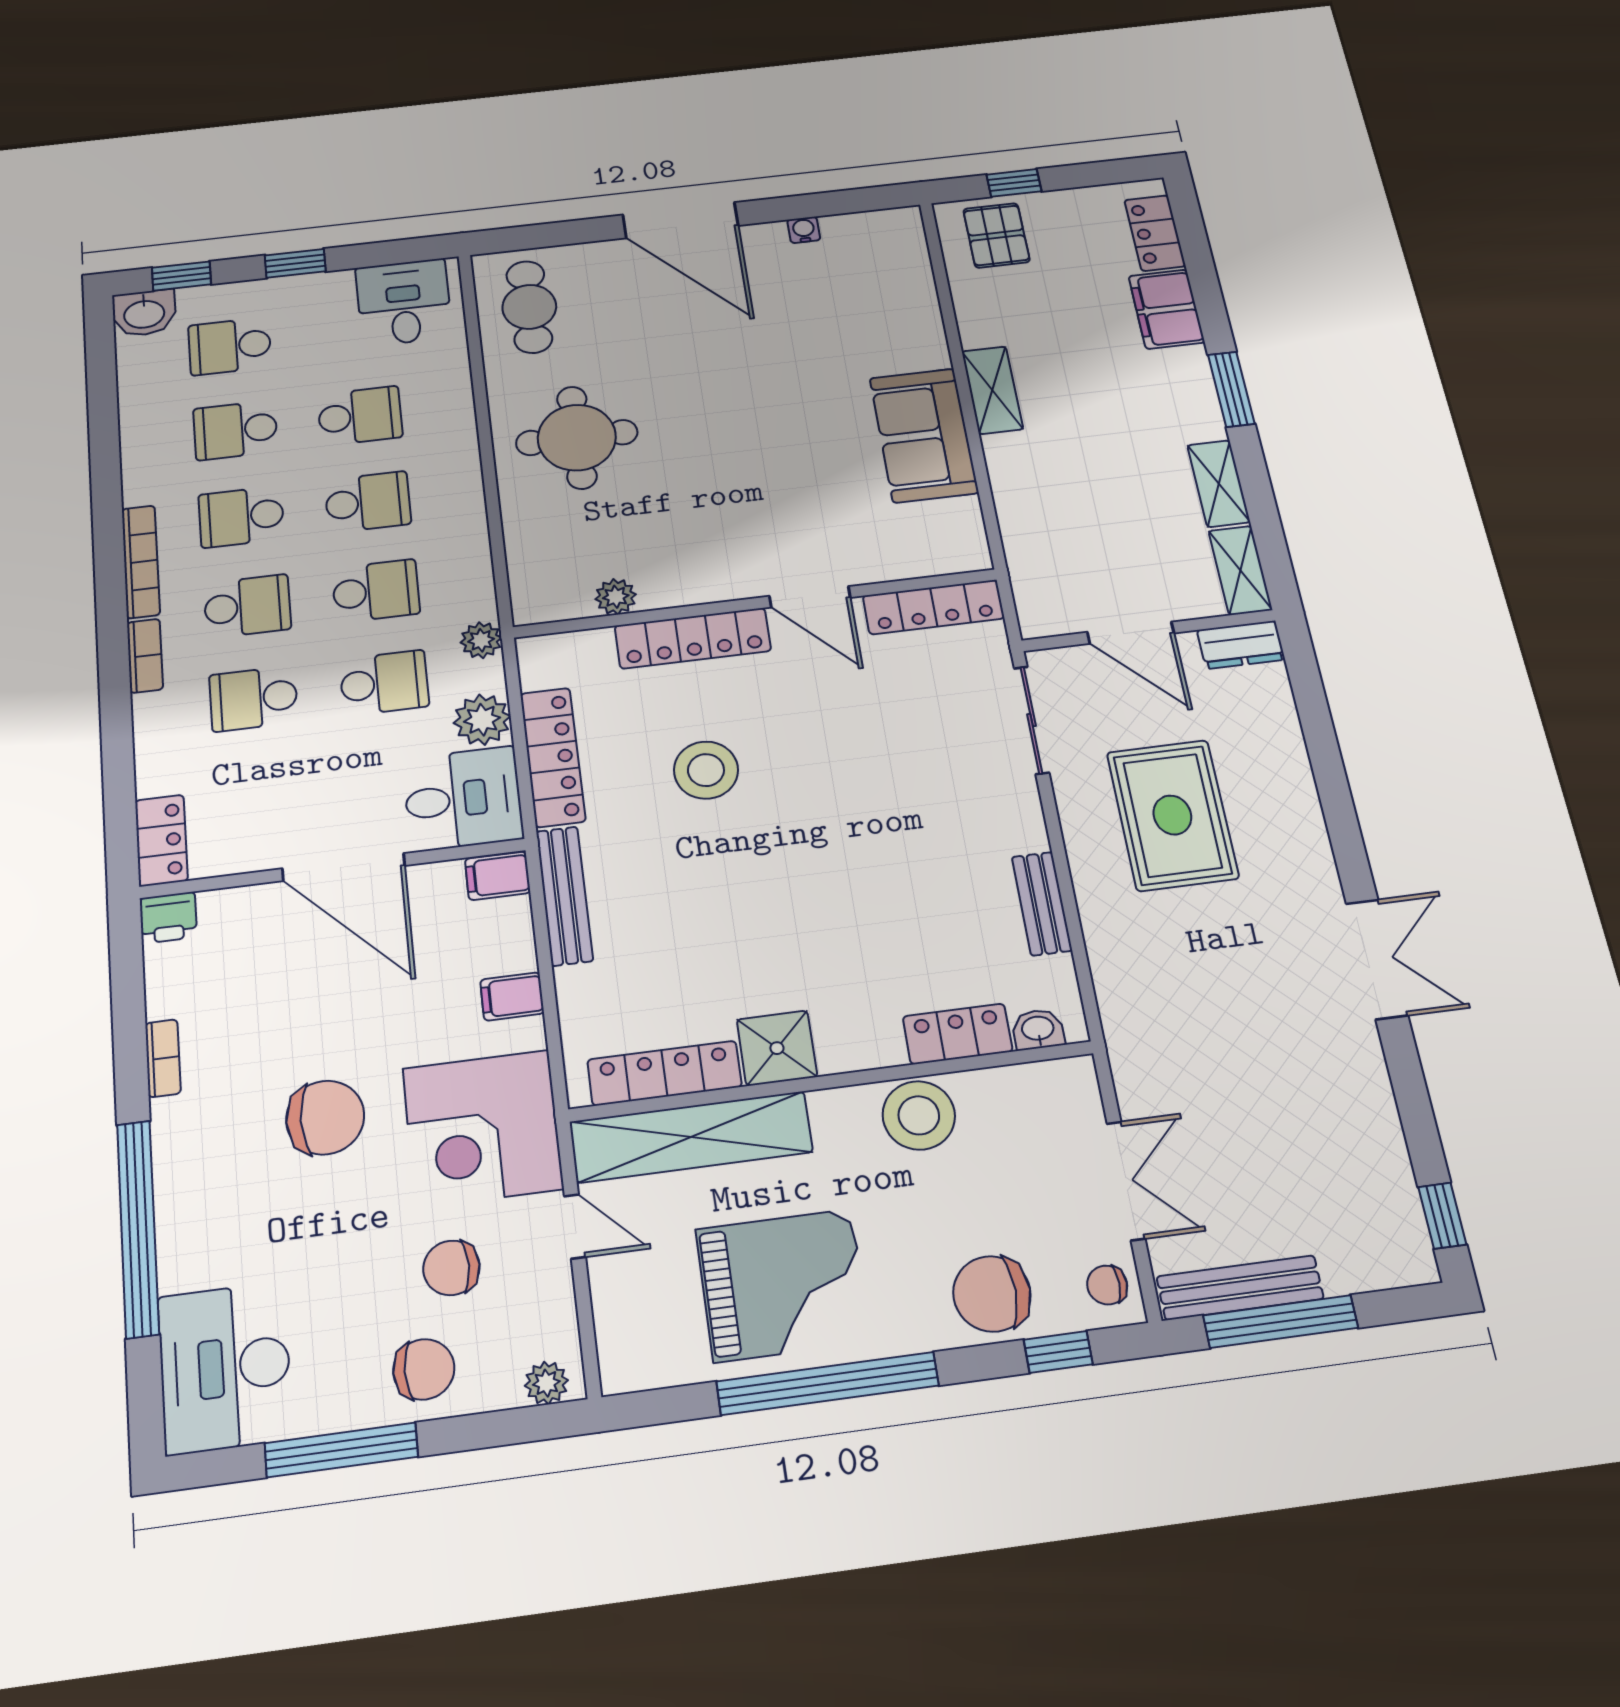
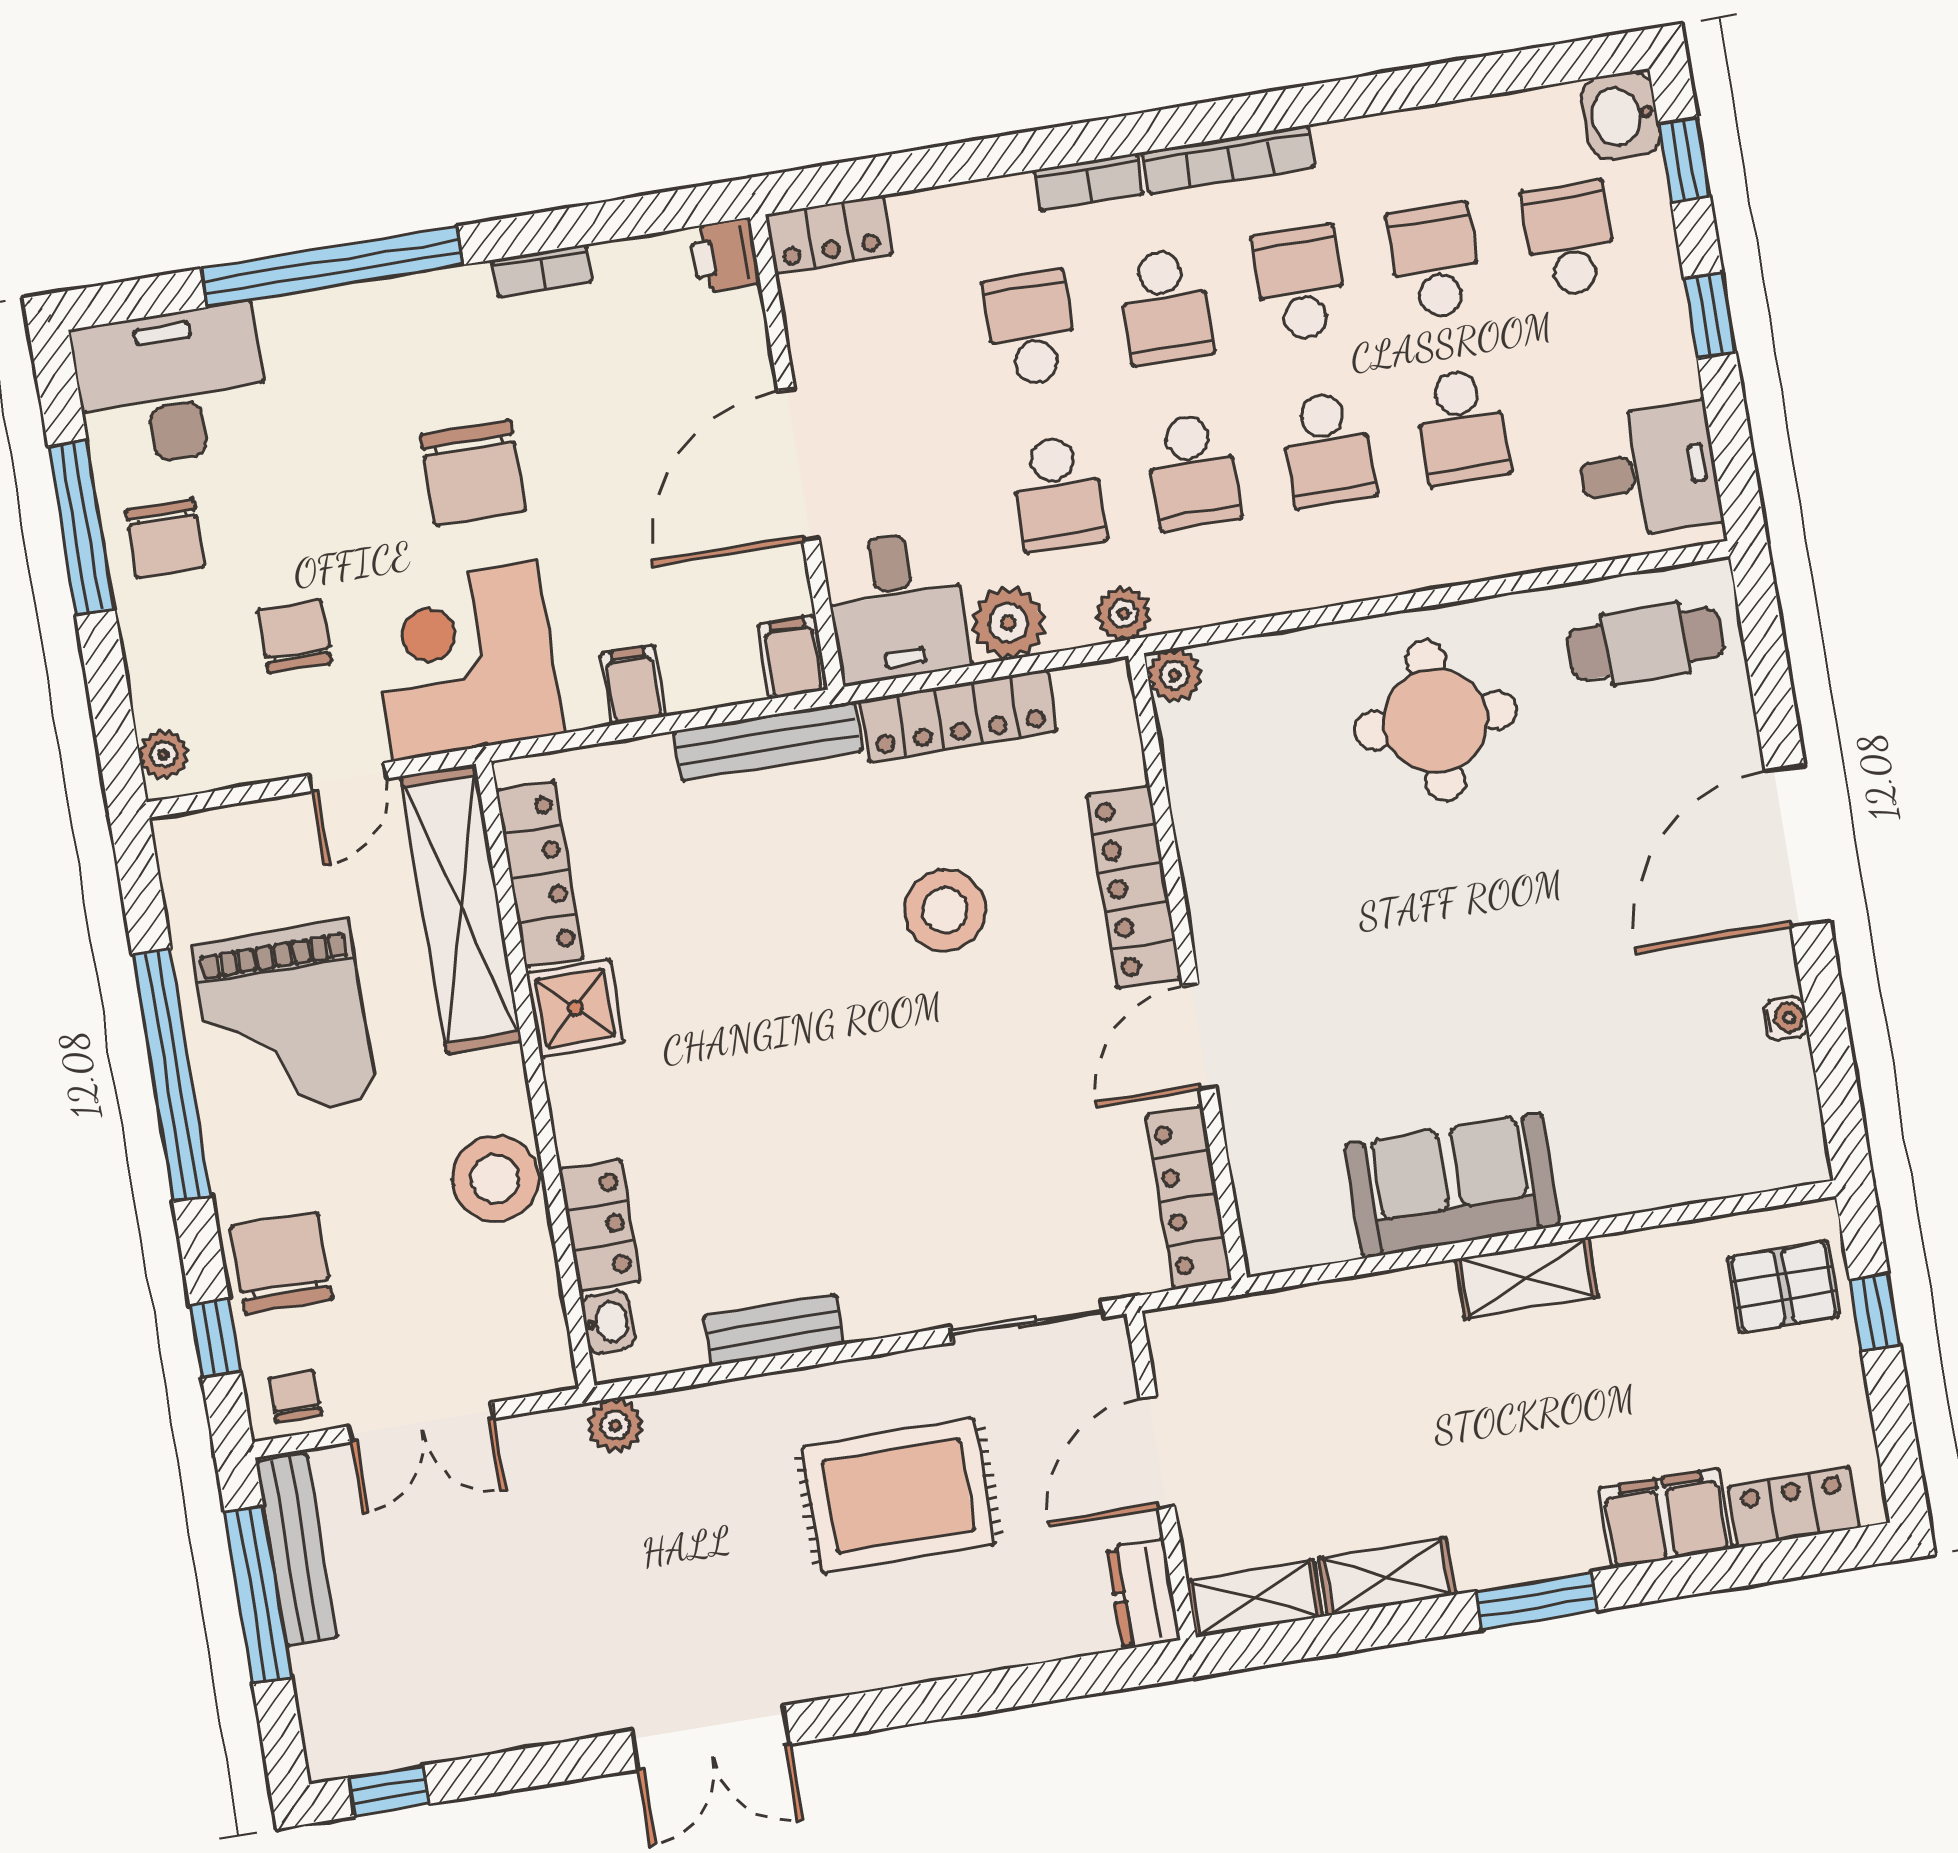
plant: (616, 597) -> (1174, 675), moved
plant: (1123, 1026) -> (615, 1425), added
chair: (424, 1369) -> (165, 538), moved

